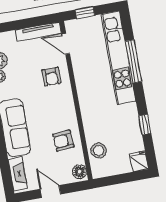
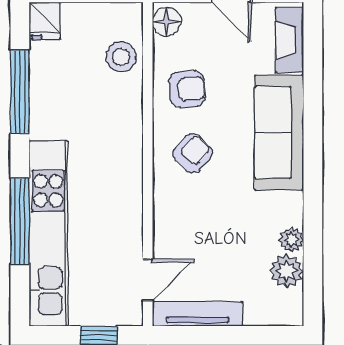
door: (66, 44) -> (148, 280), hinge flipped
armchair: (51, 76) -> (193, 153), moved, turned 44
window: (145, 124) -> (20, 92), width x2.17

